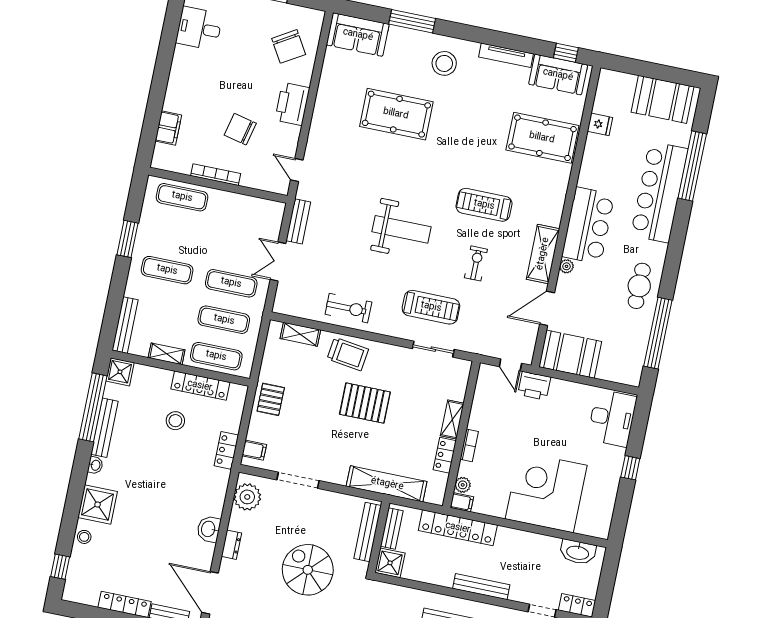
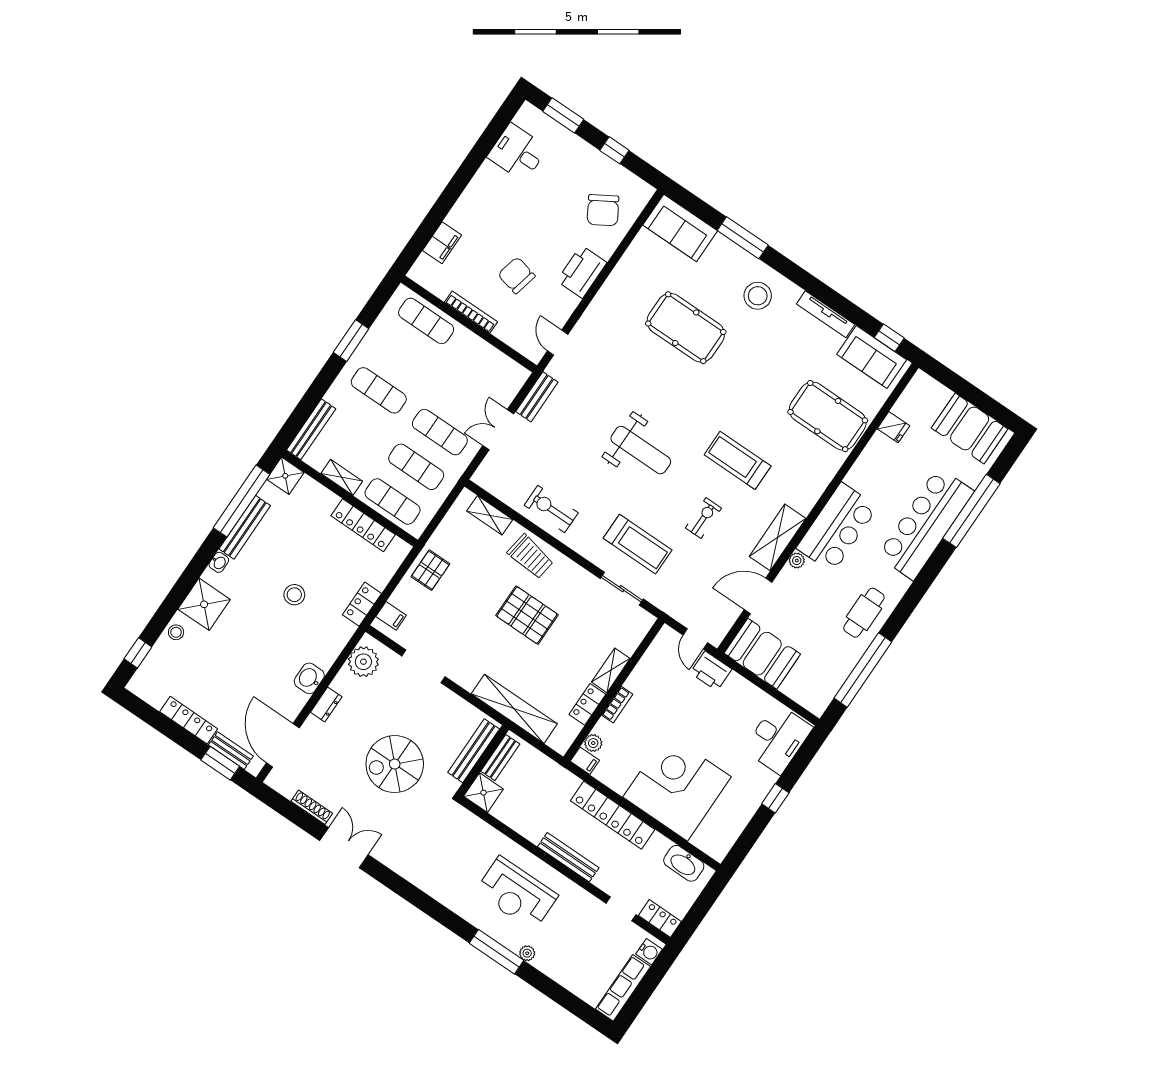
exercise bike: (348, 308) -> (551, 509), turned 180
stool: (175, 421) -> (294, 595), moved
locker: (458, 528) -> (613, 815), moved
spiral stairs: (308, 570) -> (395, 764), turned -90

